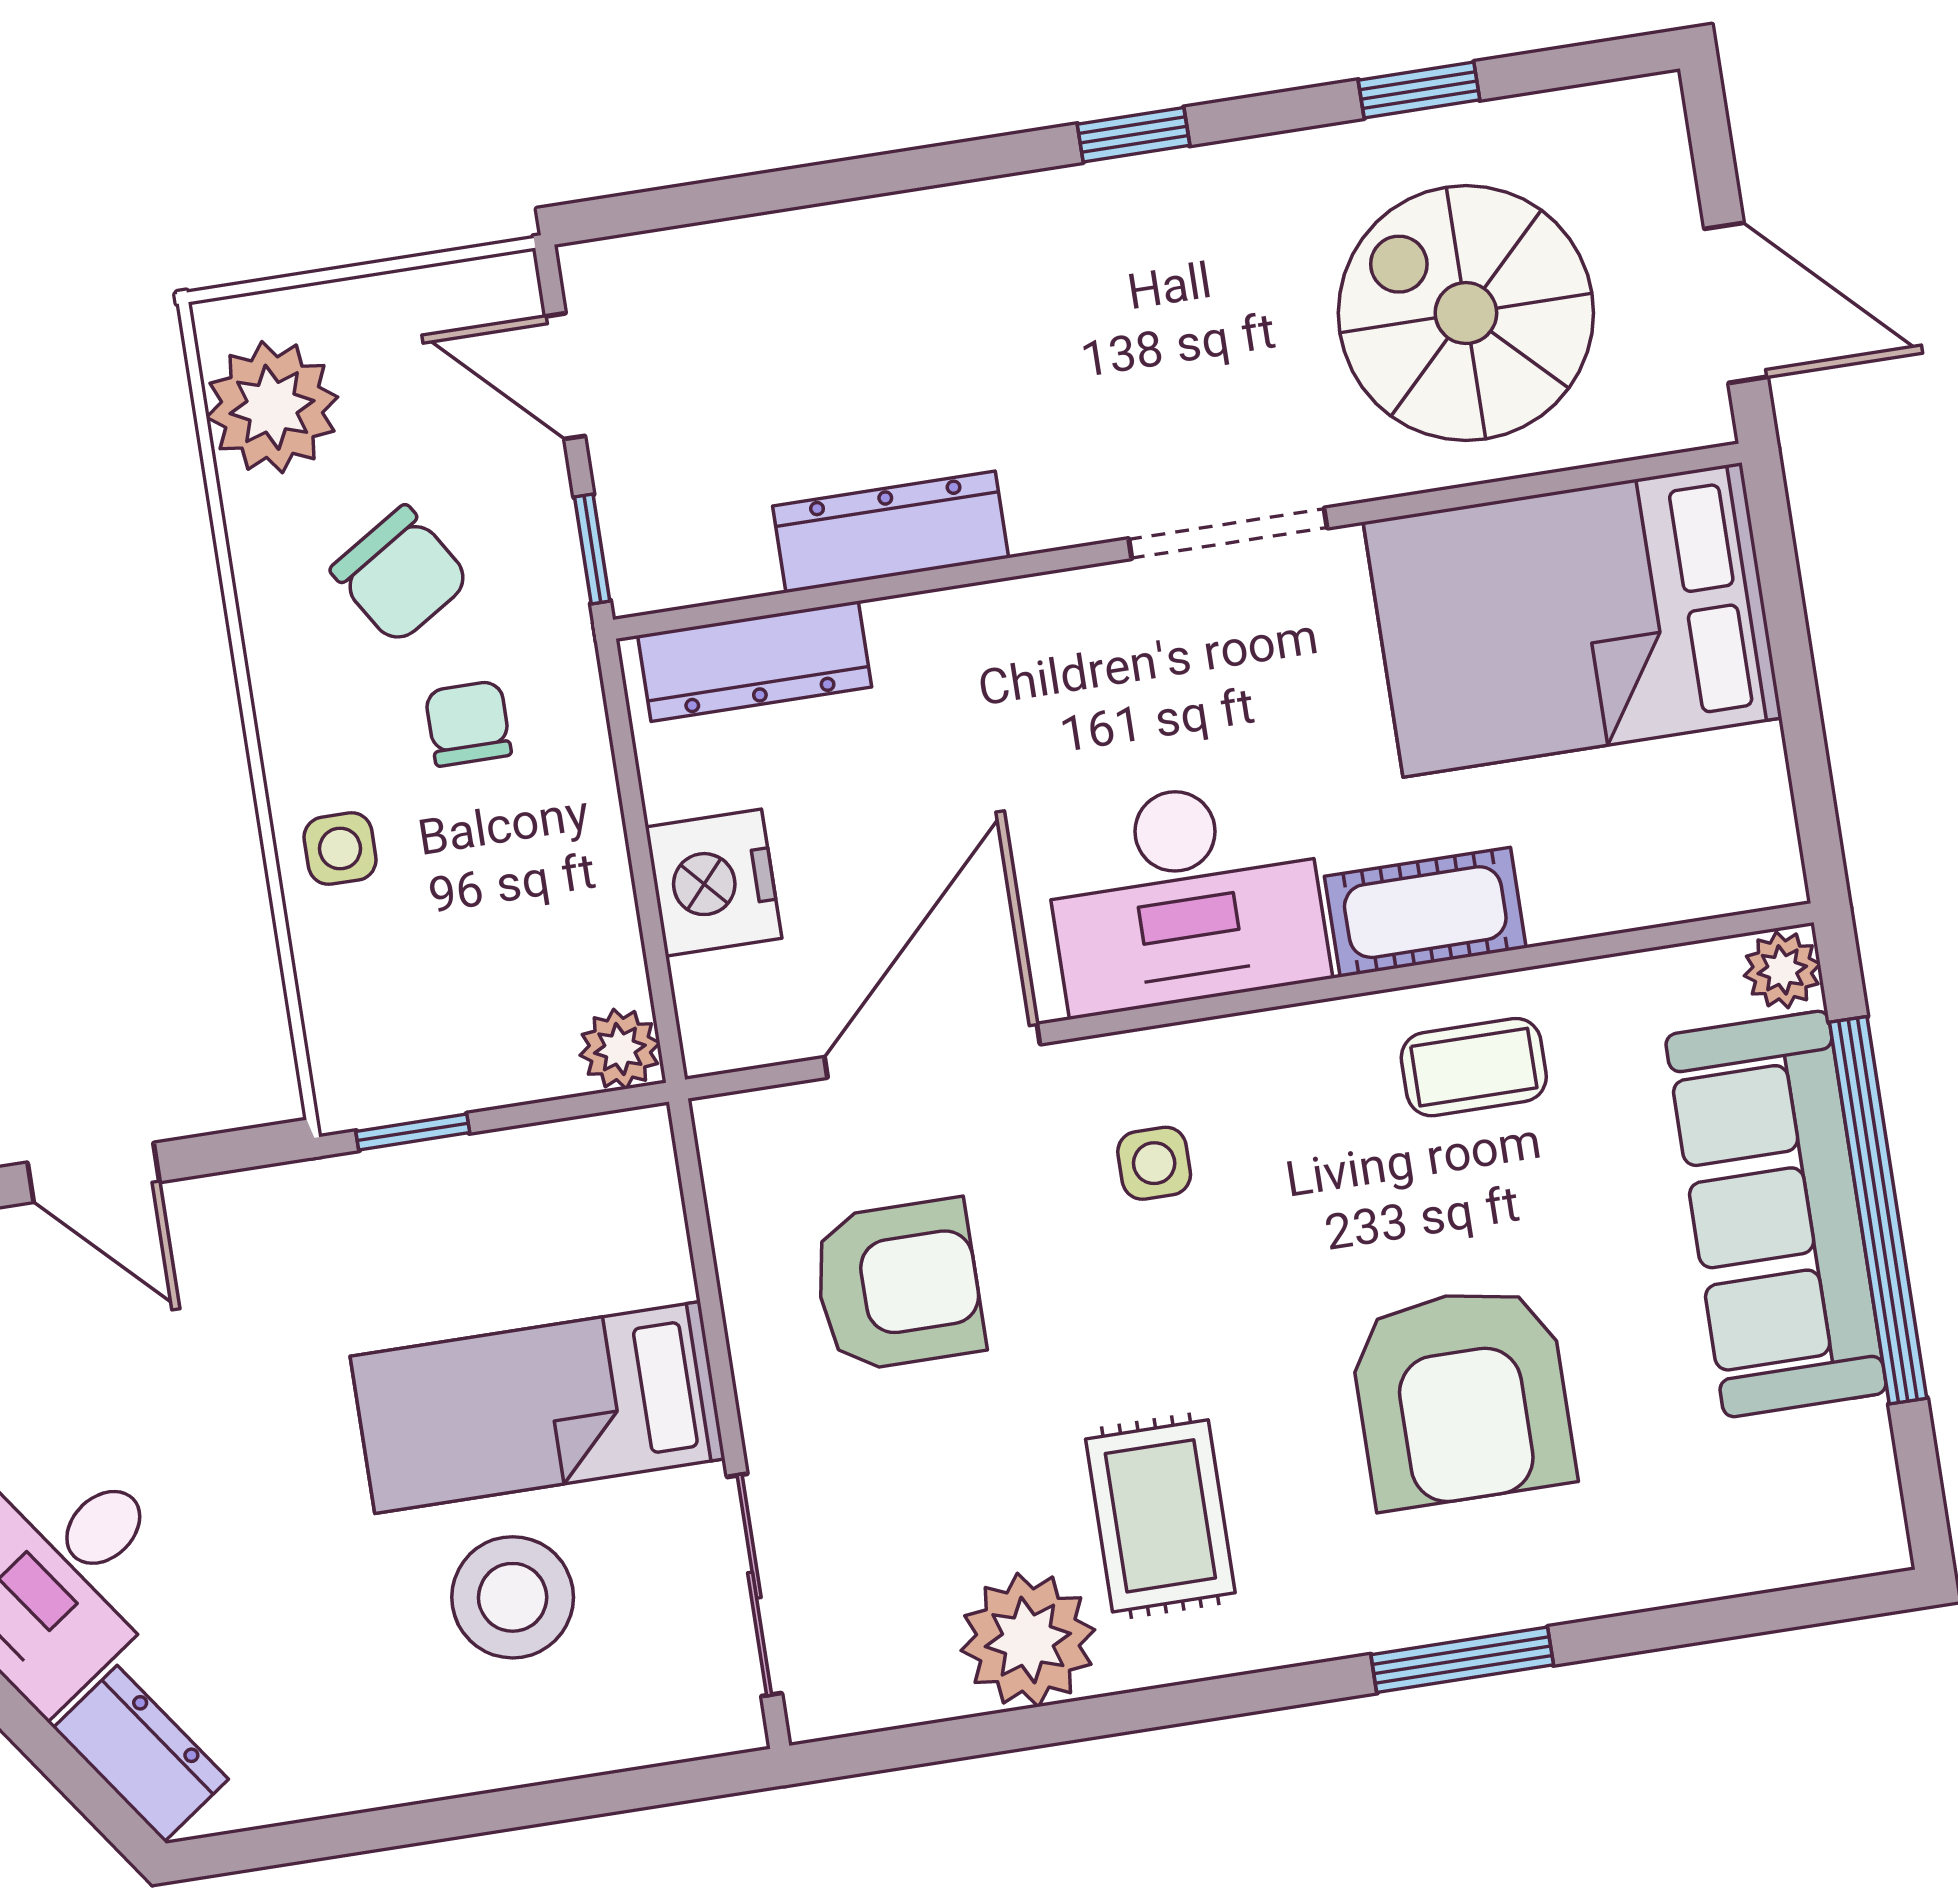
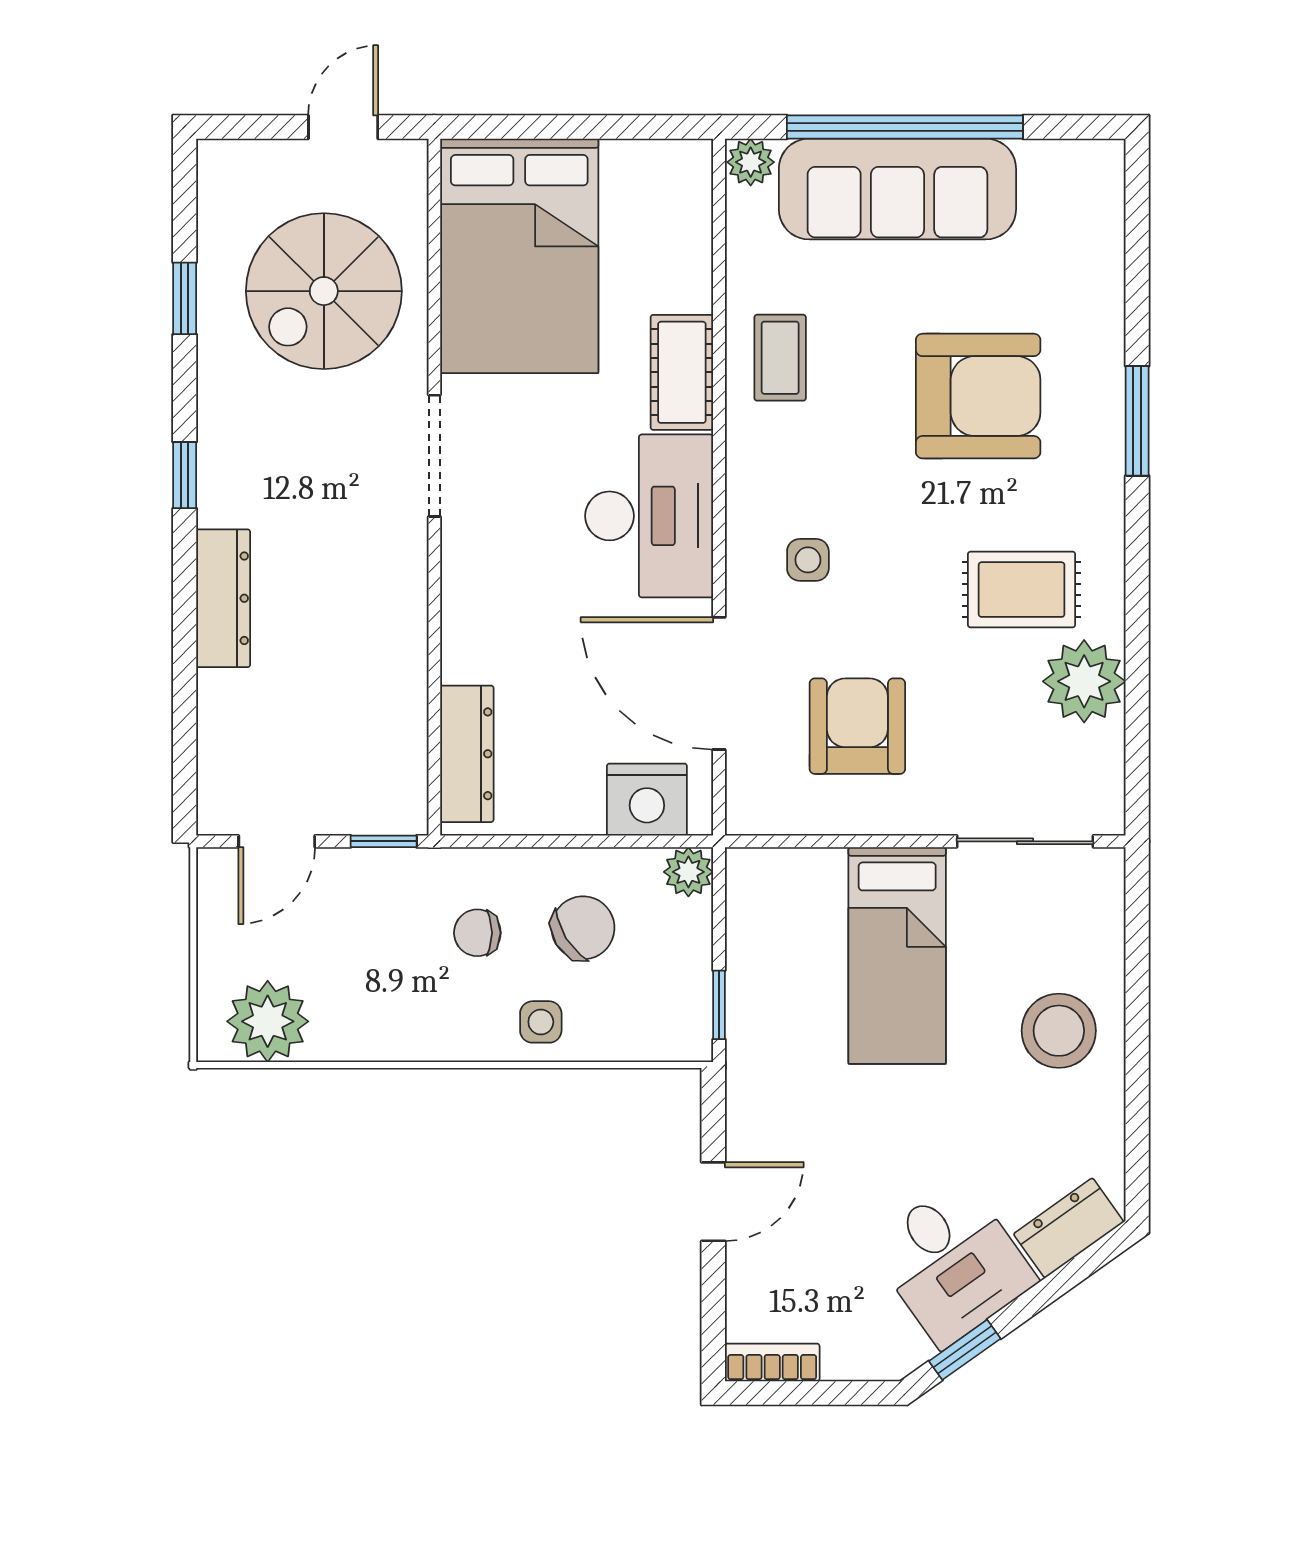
door: (1736, 303) -> (343, 127), width x0.73
dresser: (891, 532) -> (223, 598), moved, turned 180
chair: (400, 575) -> (583, 928), moved
nightstand: (714, 883) -> (647, 800), moved
stool: (513, 1597) -> (1059, 1031), moved

